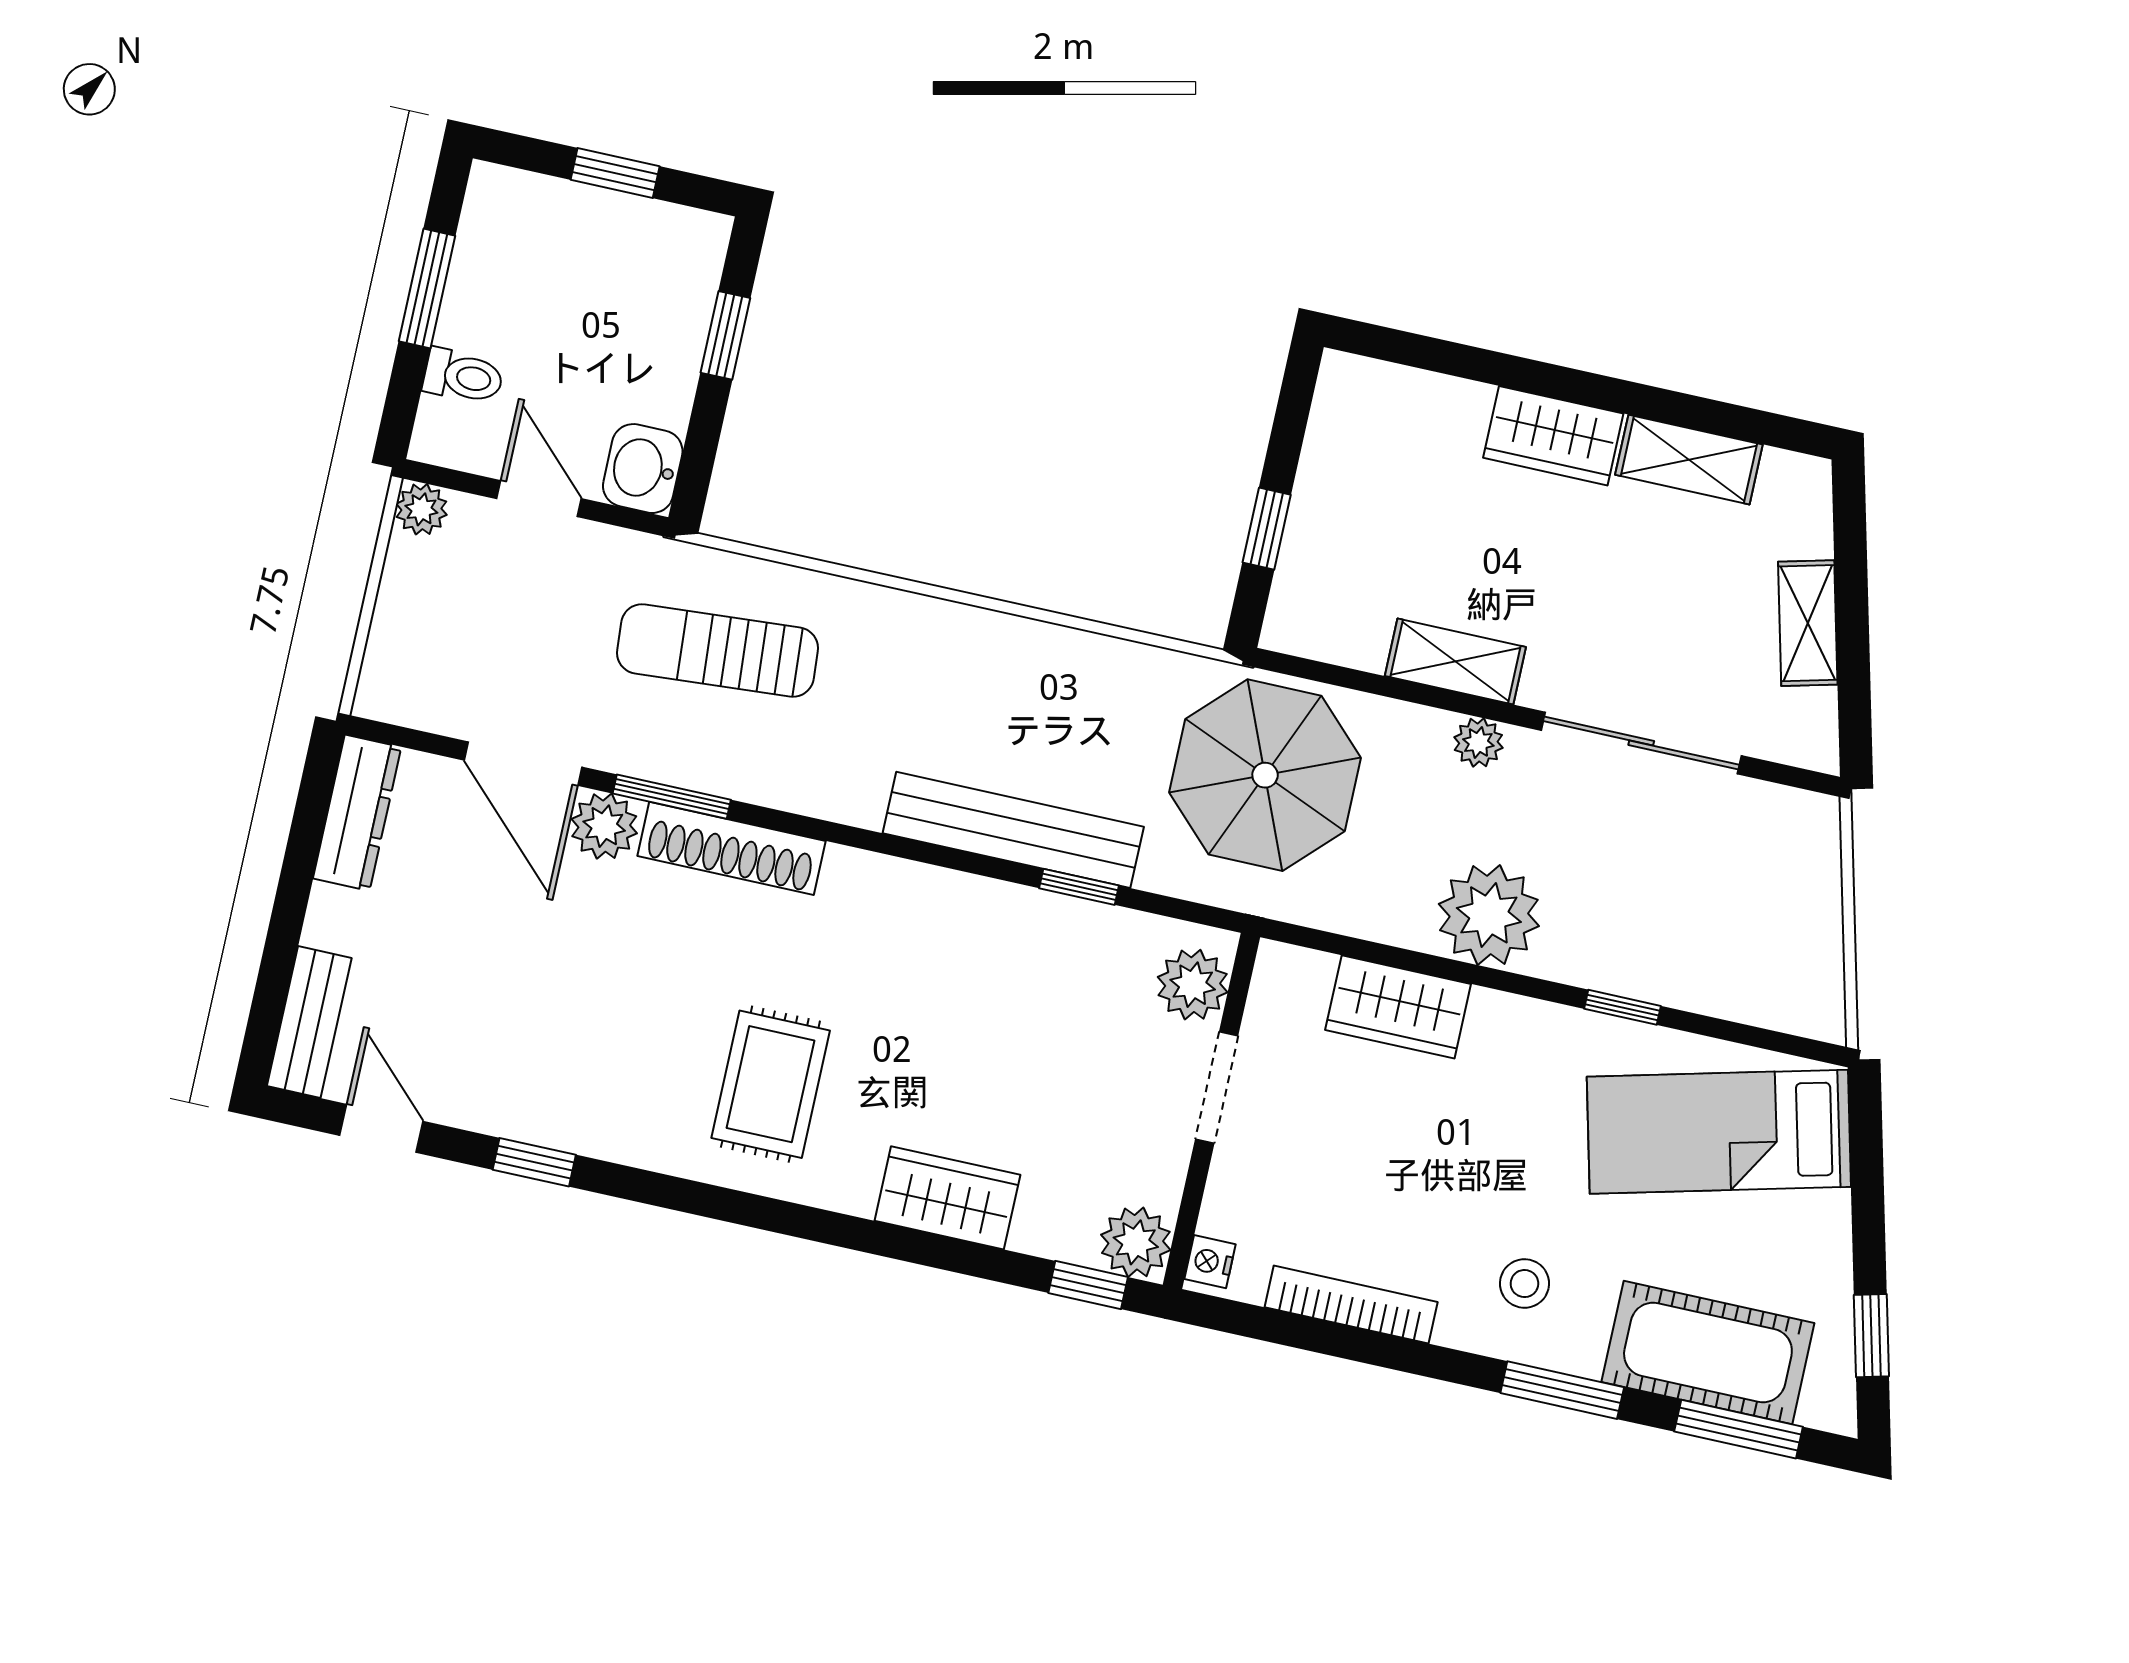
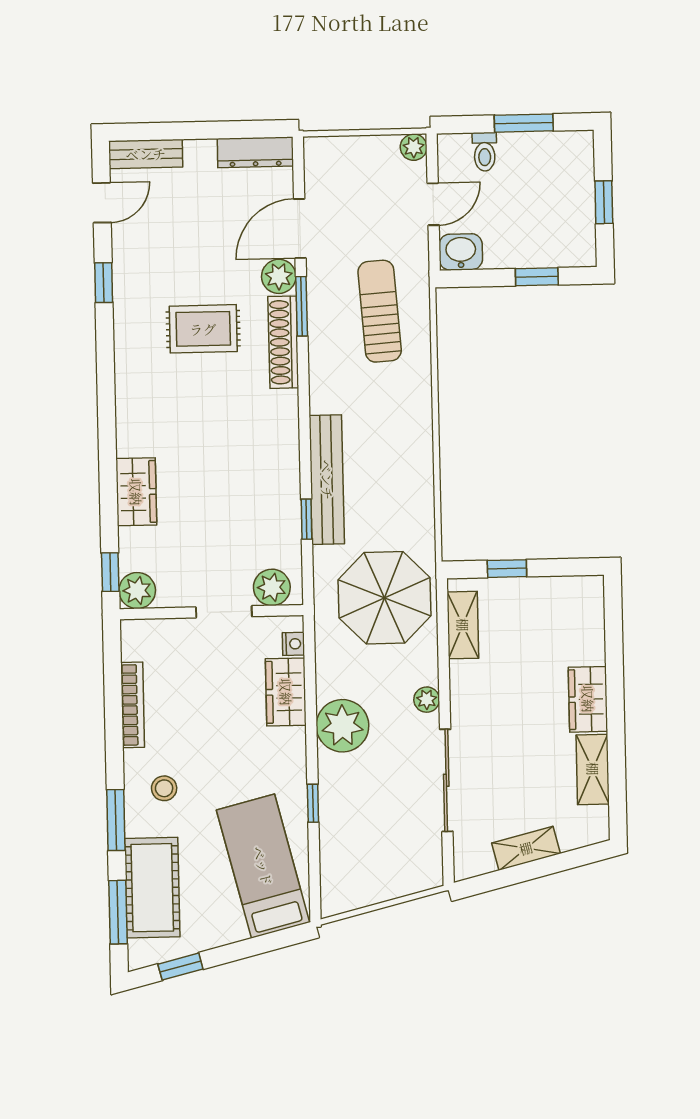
shelving: (1455, 661) -> (463, 625), moved
rug: (771, 1084) -> (203, 329), moved
nightstand: (1210, 1262) -> (293, 644), moved, turned 90

